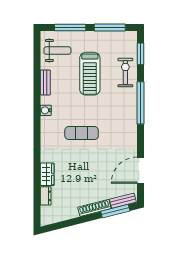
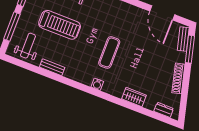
water cooler: (46, 110) -> (97, 84), moved
dresser: (46, 196) -> (164, 110), moved
shoe rack: (94, 208) -> (178, 78), moved

